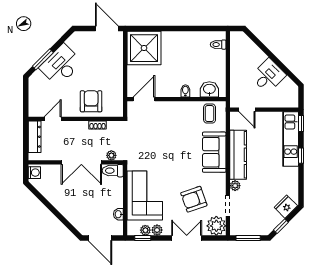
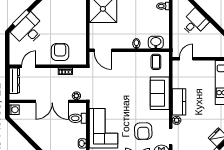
desk: (61, 65) -> (28, 30), moved
desk: (268, 76) -> (195, 23), moved
door: (144, 99) -> (103, 50), swing flipped
door: (247, 110) -> (186, 59), swing flipped
kitchen counter: (238, 155) -> (179, 102), width x0.67
toilet: (113, 171) -> (78, 118), moved
armchair: (194, 199) -> (143, 131), turned -73

